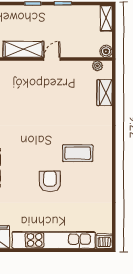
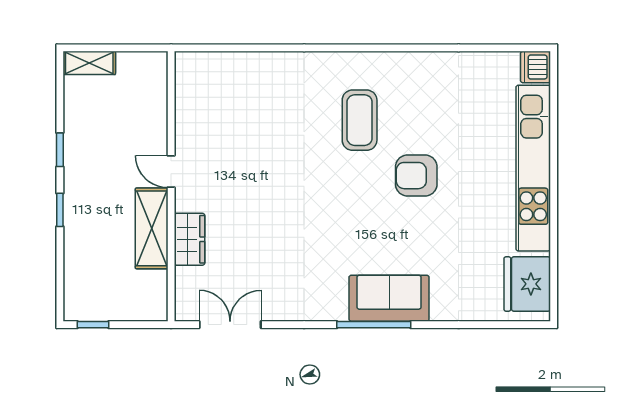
boiler: (106, 51) -> (156, 63), removed
plant: (97, 66) -> (185, 80), removed
wardrobe: (105, 93) -> (190, 239), moved, turned -90

